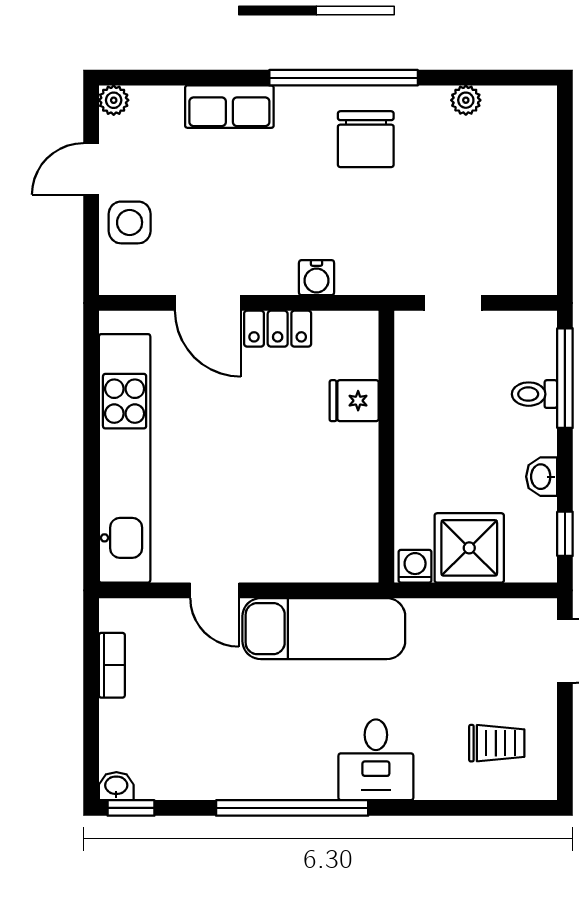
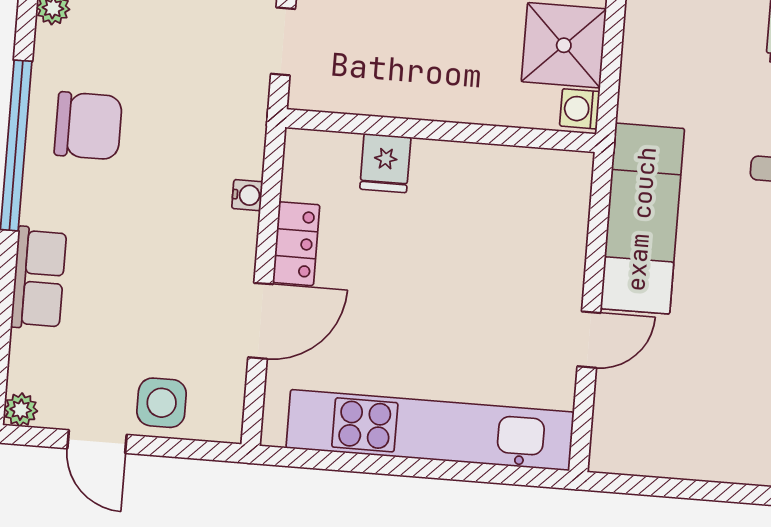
water cooler: (317, 278) -> (247, 195), width x0.72, depth x0.72
bookcase: (112, 665) -> (665, 464), removed

